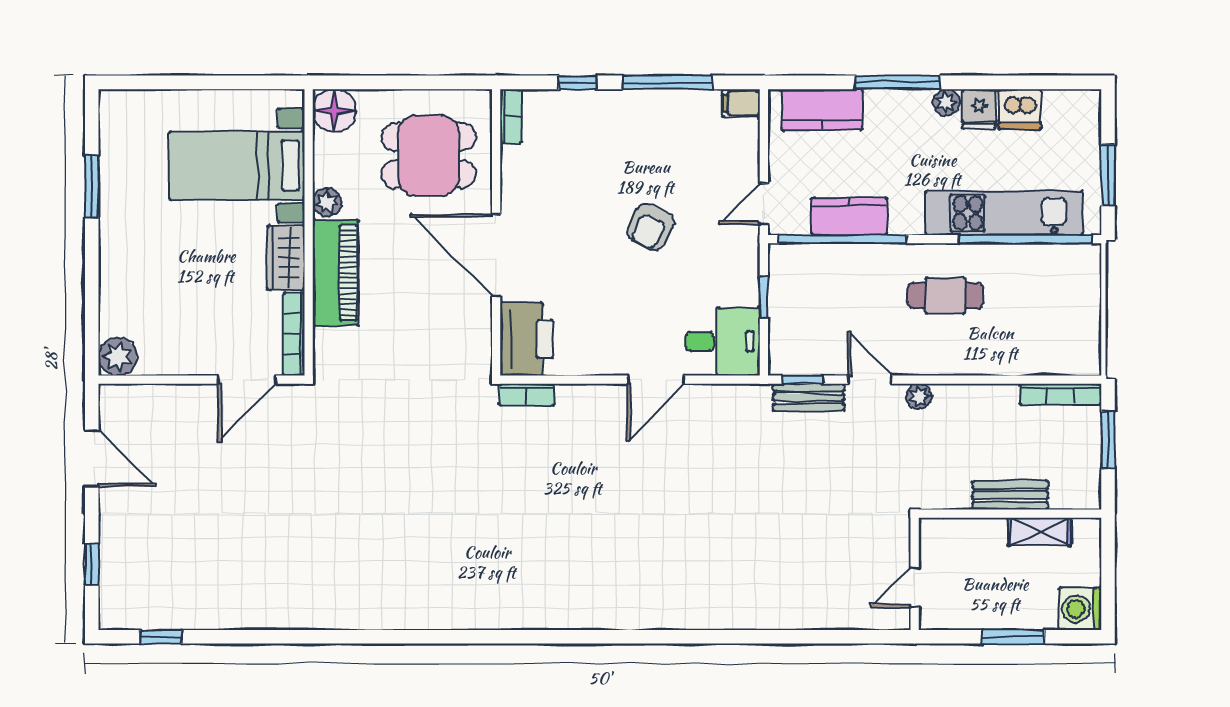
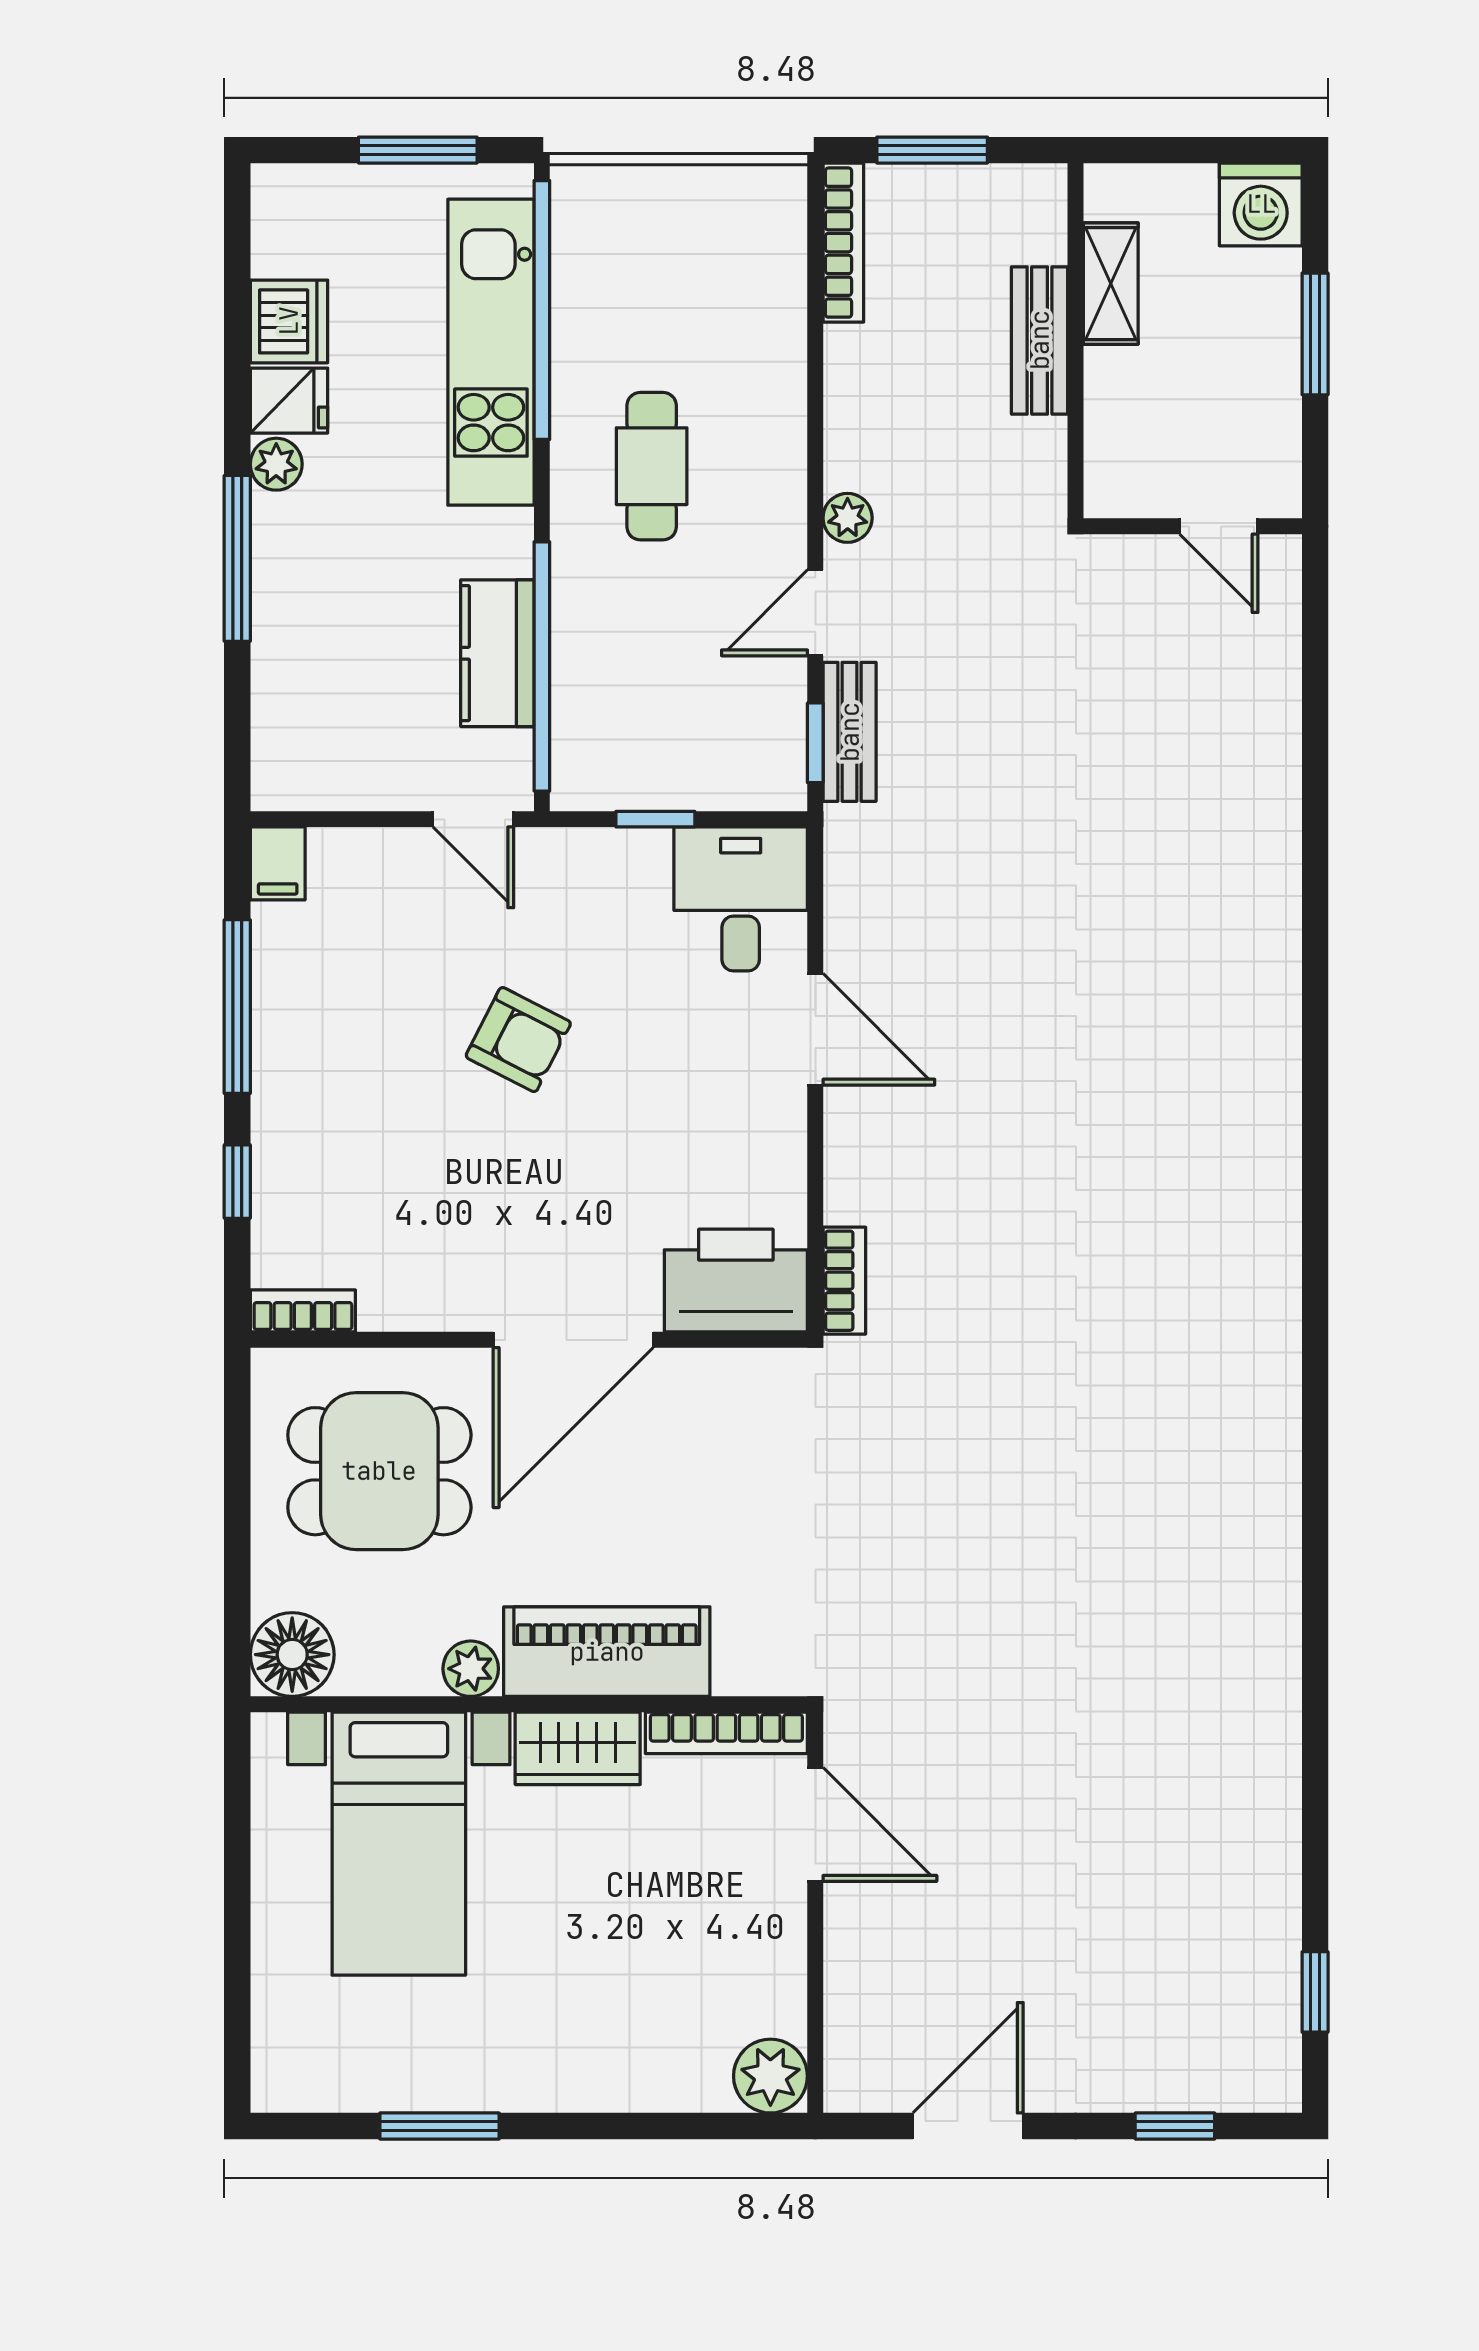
kitchen counter: (822, 109) -> (290, 706), removed
dining table: (429, 156) -> (379, 1471), turned 90

